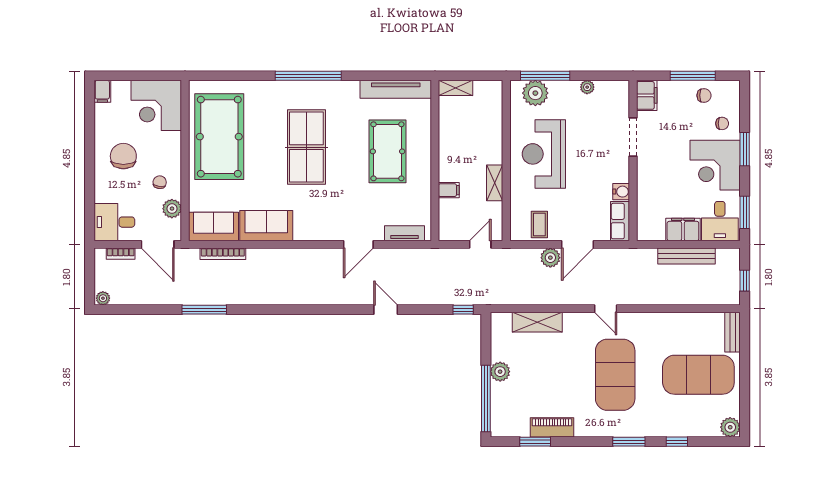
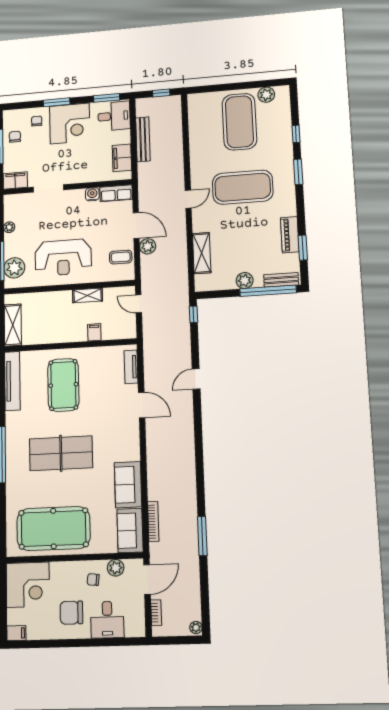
shelving: (456, 88) -> (13, 325), width x1.50, depth x1.33
pool table: (387, 151) -> (63, 385), turned 90
desk: (114, 222) -> (107, 620), moved
filing cabinet: (683, 229) -> (122, 158), moved
bench: (733, 332) -> (281, 280), moved
plant: (730, 427) -> (266, 95), moved

